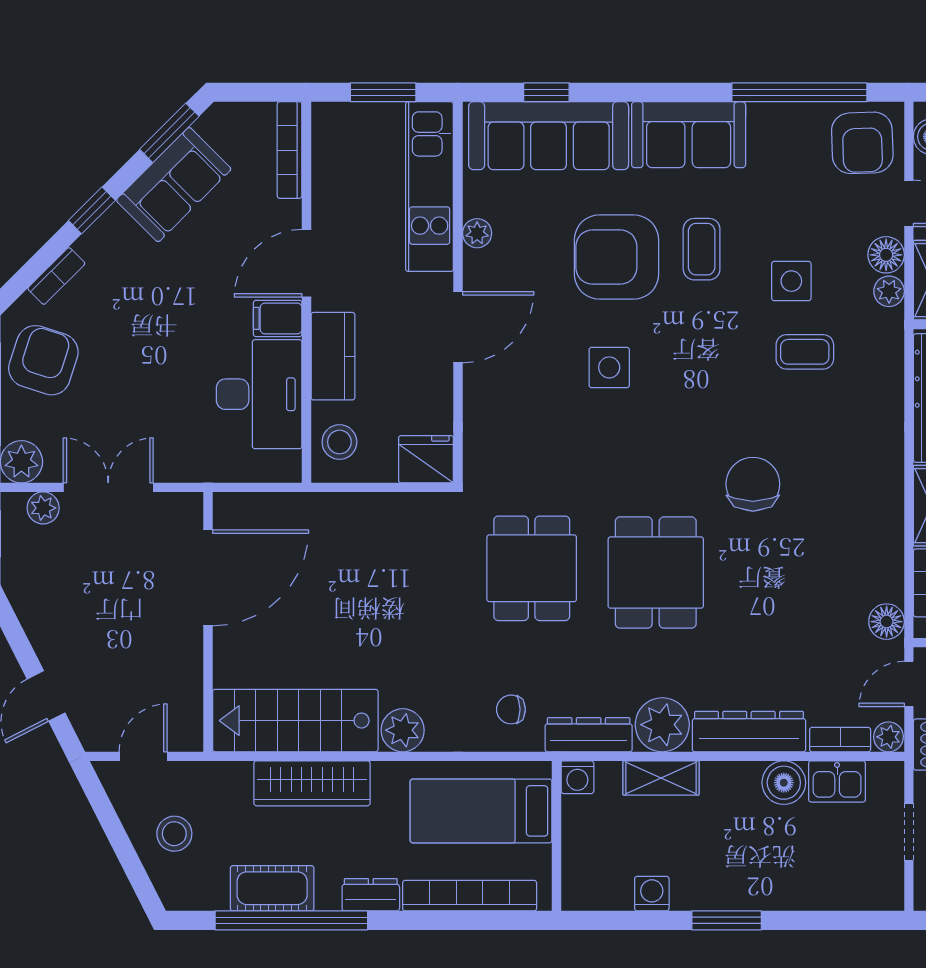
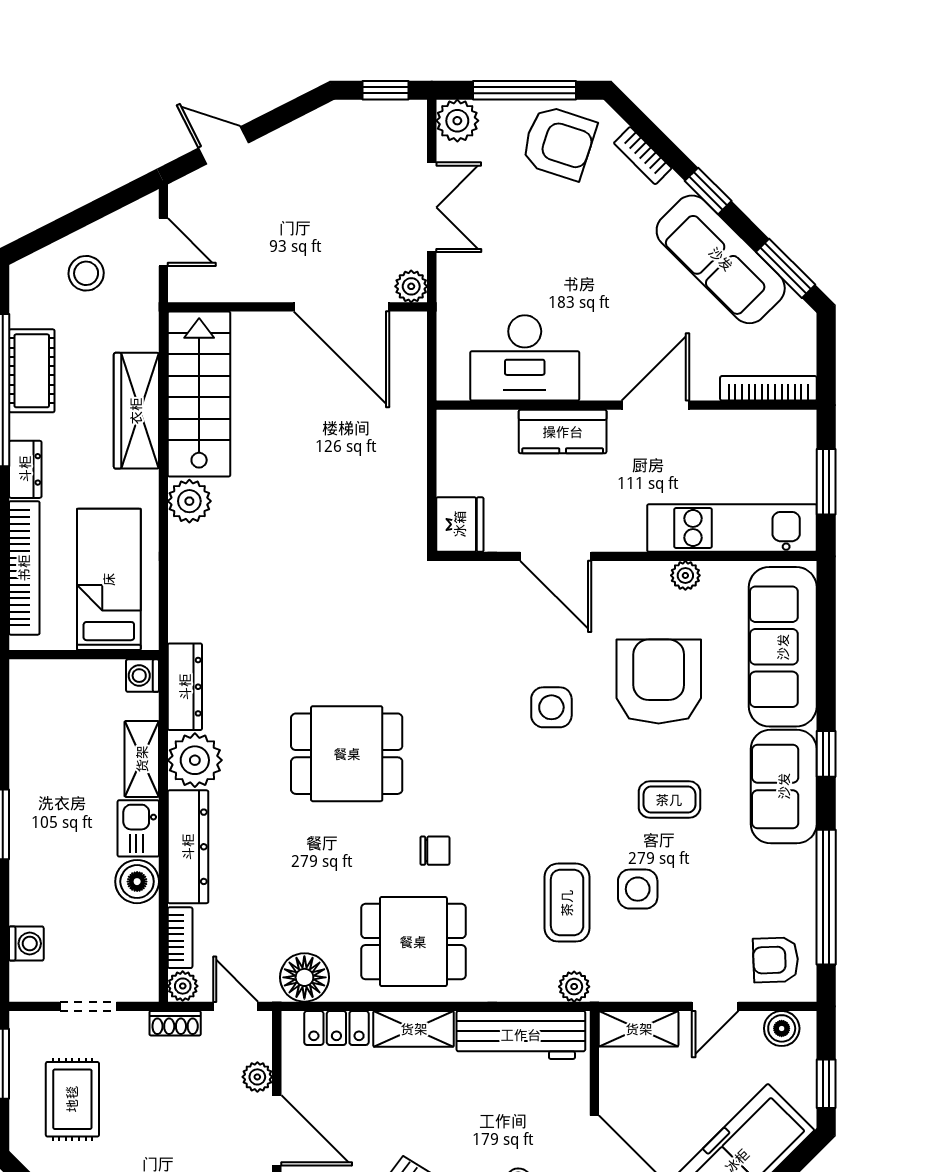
window: (546, 92) -> (826, 754), moved
armchair: (862, 143) -> (776, 960), width x0.72, depth x0.72
sofa: (174, 185) -> (721, 259), width x1.36
floor lamp: (886, 255) -> (664, 984), removed
armchair: (616, 257) -> (659, 682), moved
door: (306, 263) -> (655, 405), hinge flipped
plant: (889, 291) -> (574, 987), moved
filing cabinet: (278, 318) -> (600, 376), removed
door: (458, 327) -> (556, 556), moved
coffee table: (805, 352) -> (567, 903), width x1.36, depth x1.30
stool: (339, 442) -> (477, 438), removed
chair: (753, 484) -> (435, 851), width x0.54, depth x0.54
plant: (43, 508) -> (411, 286), moved
dining table: (532, 568) -> (413, 942), moved
floor lamp: (887, 622) -> (304, 977), width x1.38, depth x1.38
chair: (511, 709) -> (210, 609), removed
kitchen sink: (837, 781) -> (138, 828), moved
washing machine: (652, 894) -> (26, 943), moved

